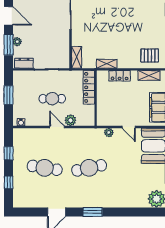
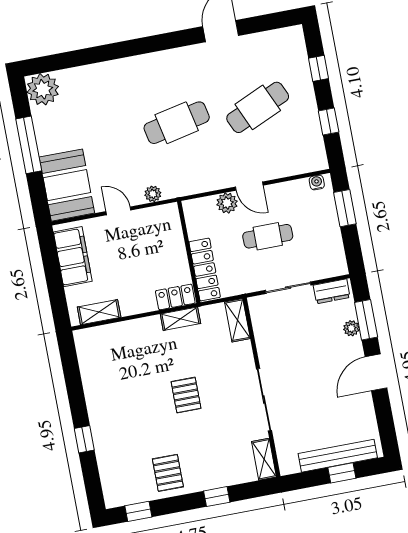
door: (9, 16) -> (376, 372), hinge flipped
pallet: (150, 55) -> (186, 395), moved, turned 90
locker: (120, 76) -> (175, 297), moved
window: (9, 95) -> (345, 208), moved
cafe table: (45, 168) -> (258, 107), turned -33
window: (93, 212) -> (155, 43), removed

